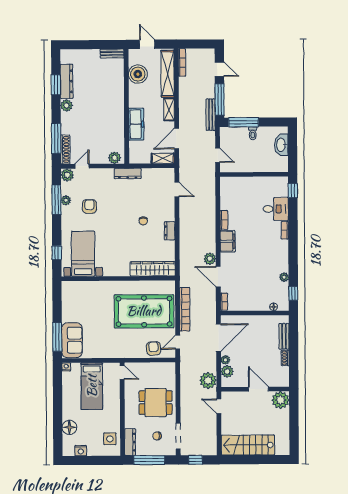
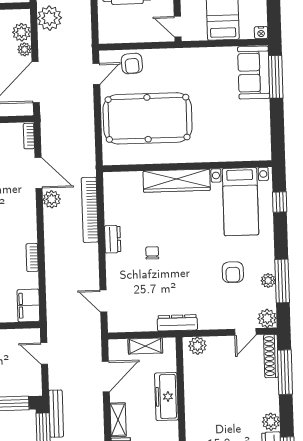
shelving: (163, 158) -> (145, 346), moved
filing cabinet: (228, 241) -> (28, 305), moved
wardrobe: (153, 269) -> (177, 181), moved
bookcase: (185, 309) -> (90, 210), moved

